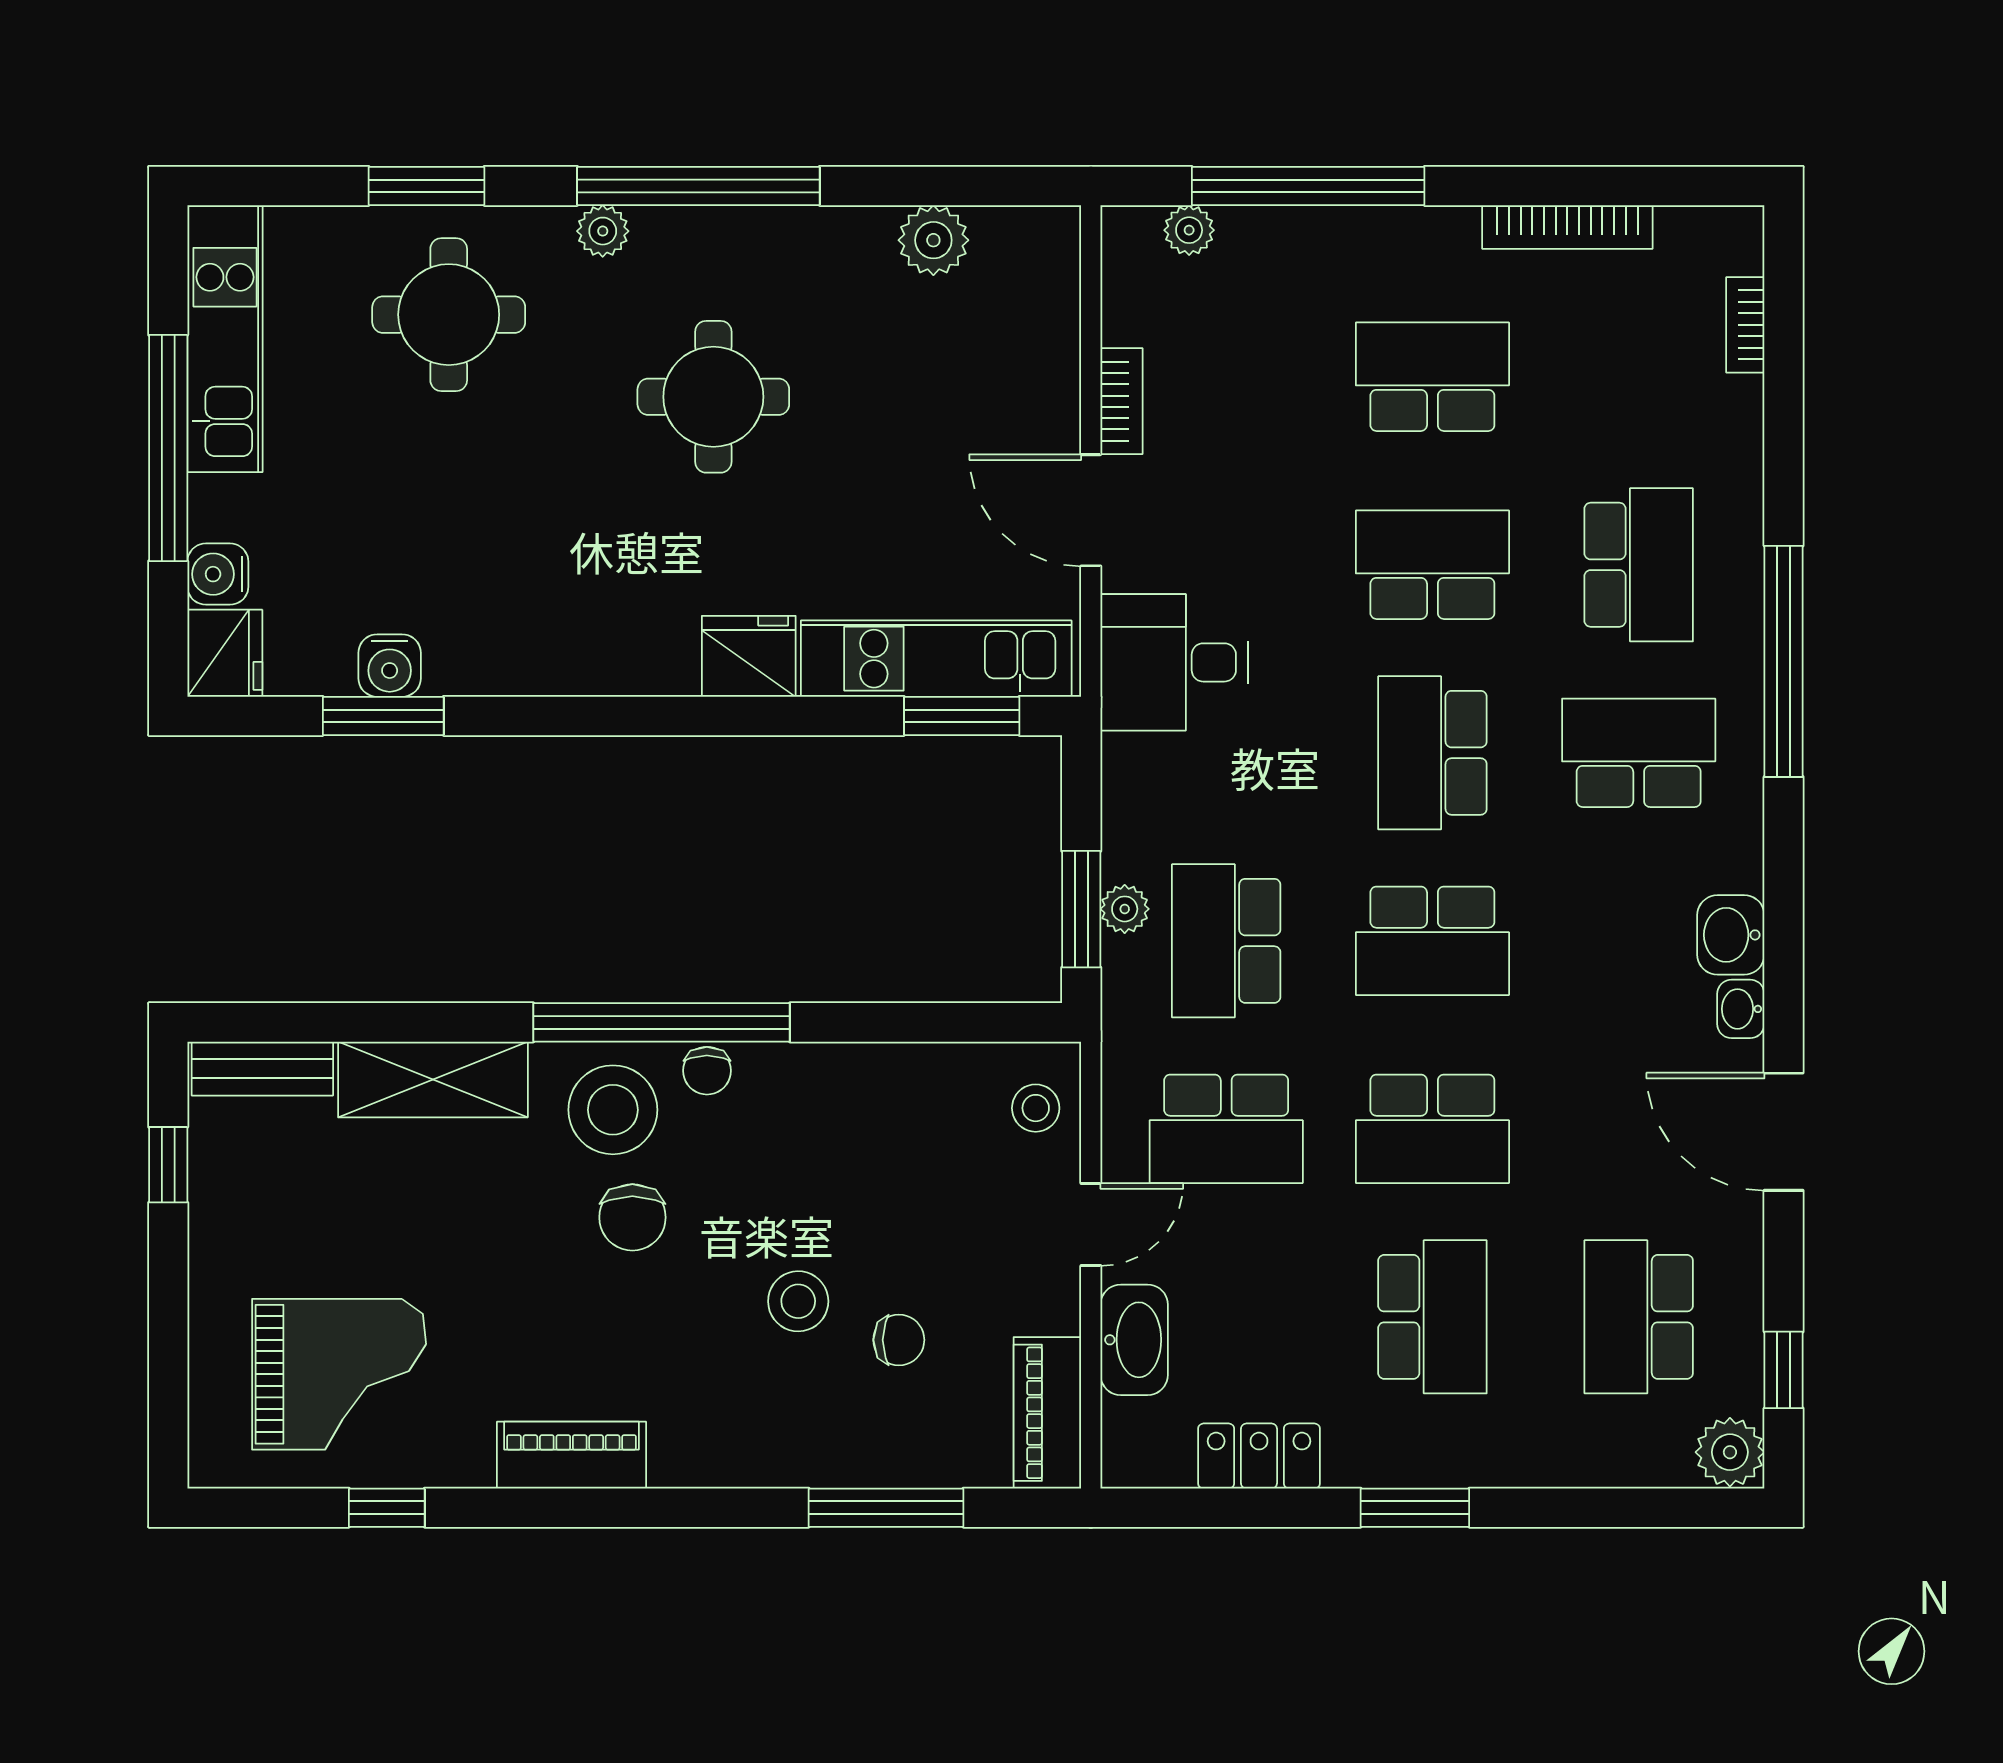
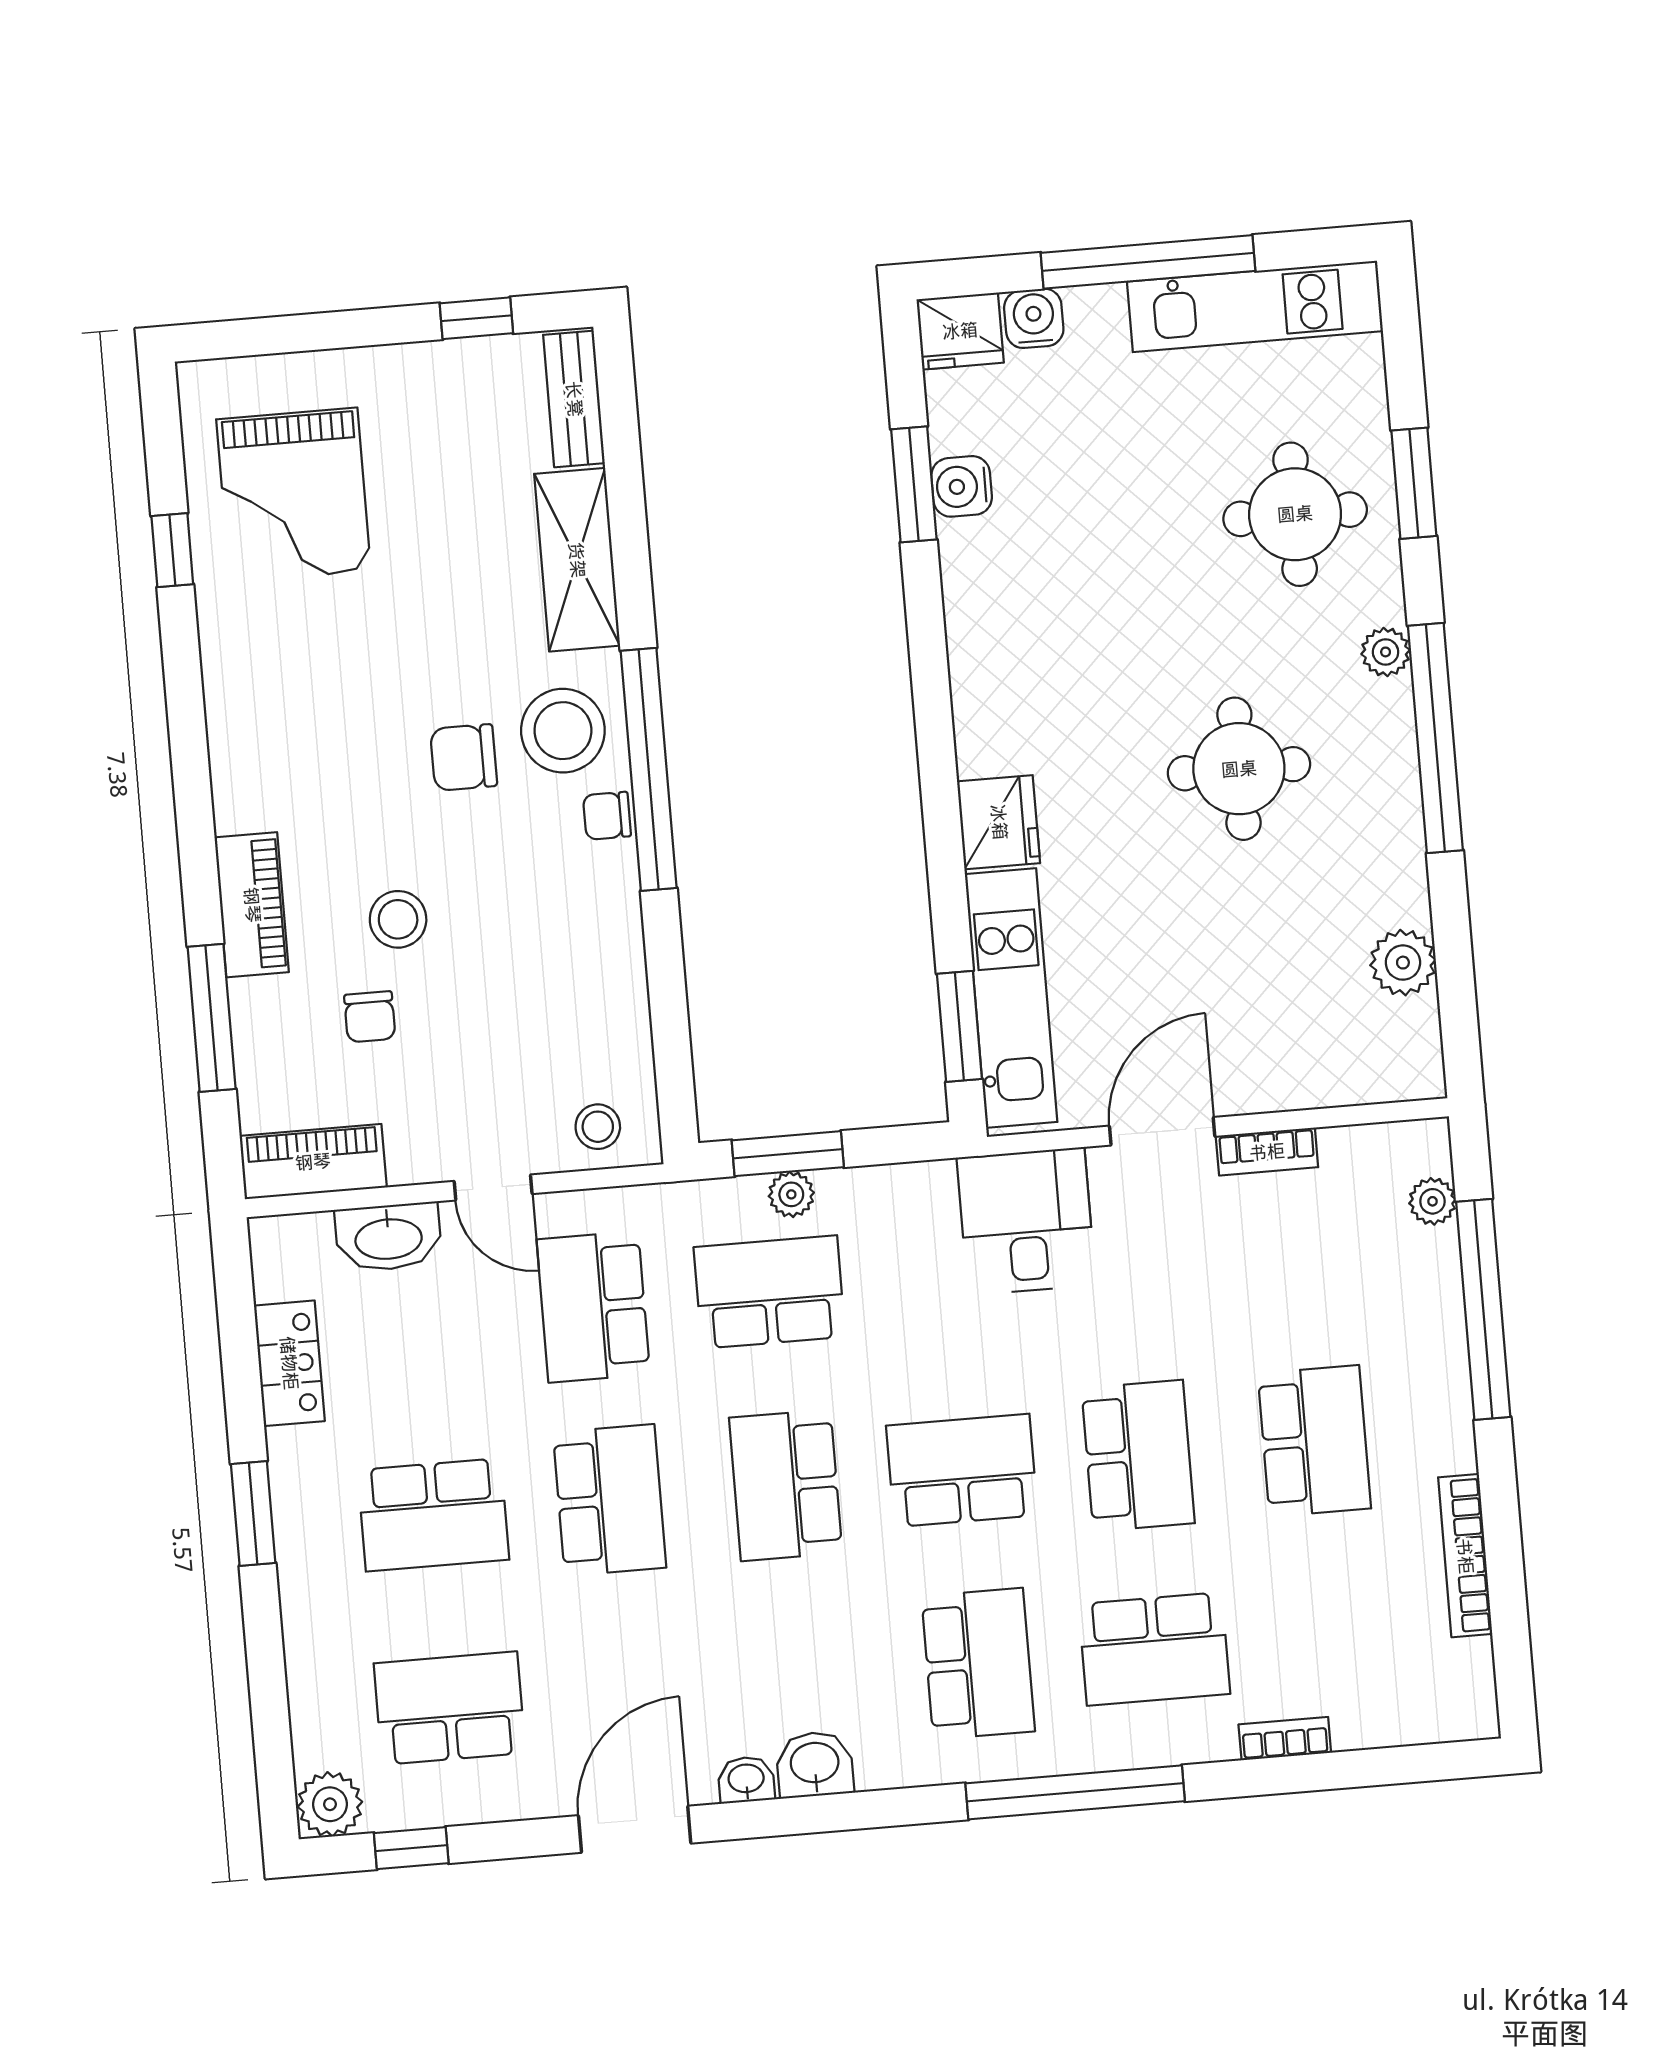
bookcase: (1745, 325) -> (1285, 1739), moved
school desk: (1432, 1129) -> (610, 1500), turned 180
piano: (571, 1455) -> (252, 905), moved

